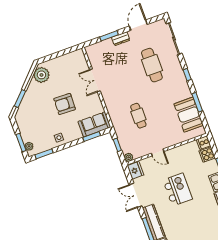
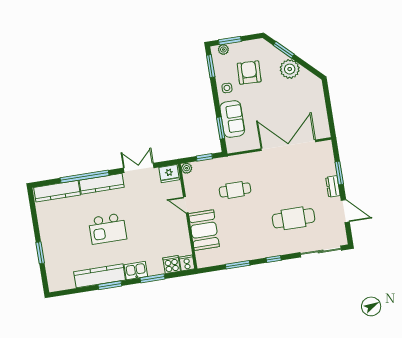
plant: (41, 75) -> (290, 69), moved
double door: (95, 80) -> (288, 145), width x1.87
armchair: (65, 104) -> (249, 72), moved
booth: (189, 115) -> (204, 230), moved, turned 90
sofa: (94, 124) -> (232, 119), moved
door: (158, 152) -> (186, 205), hinge flipped
kitchen island: (178, 190) -> (108, 229), moved

